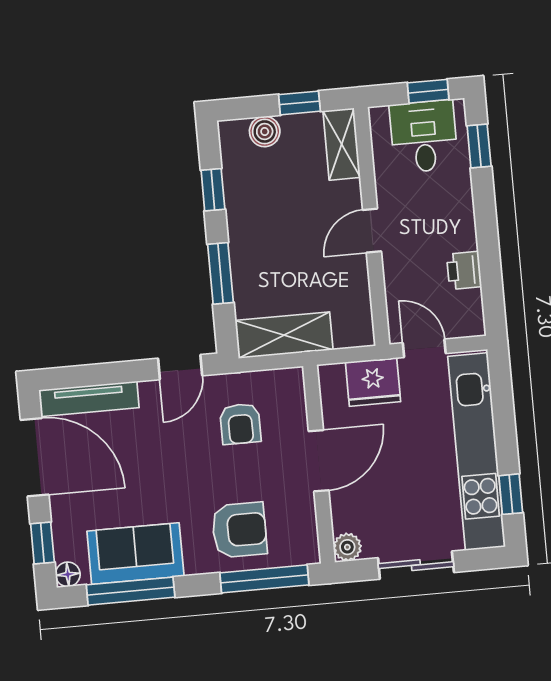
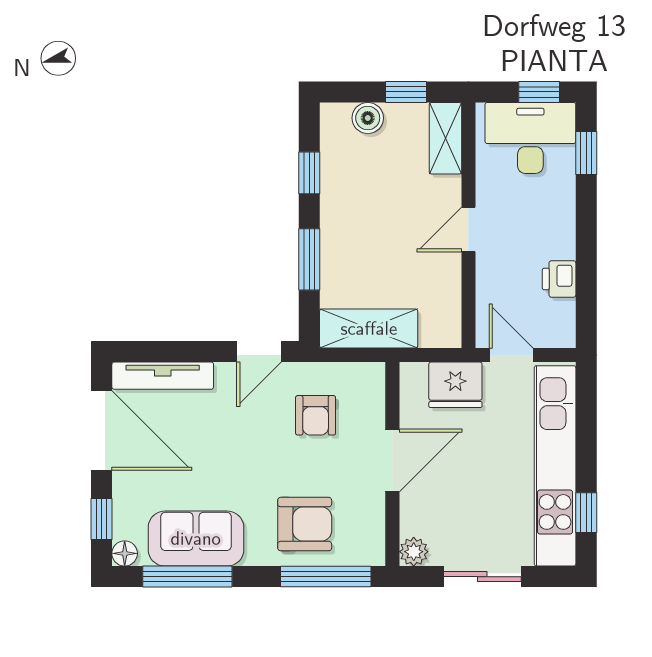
desk: (424, 136) -> (530, 138), width x1.37

